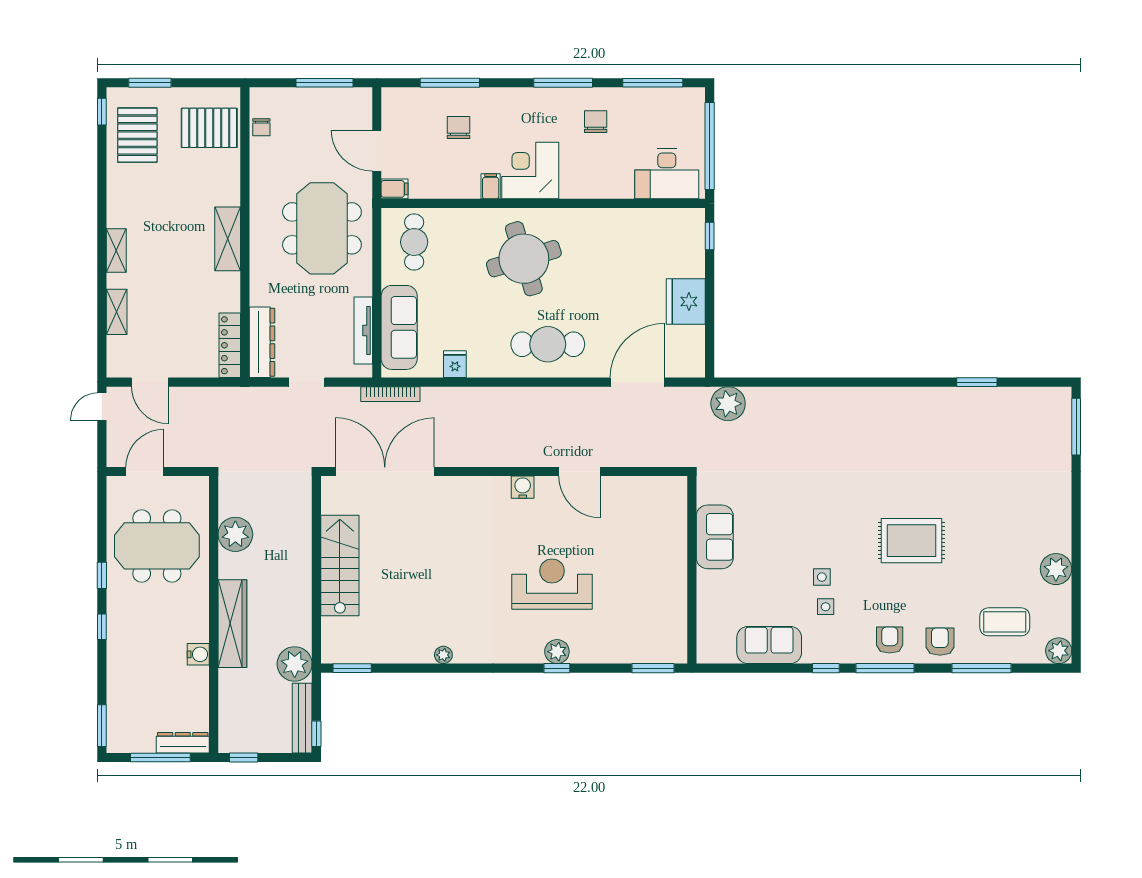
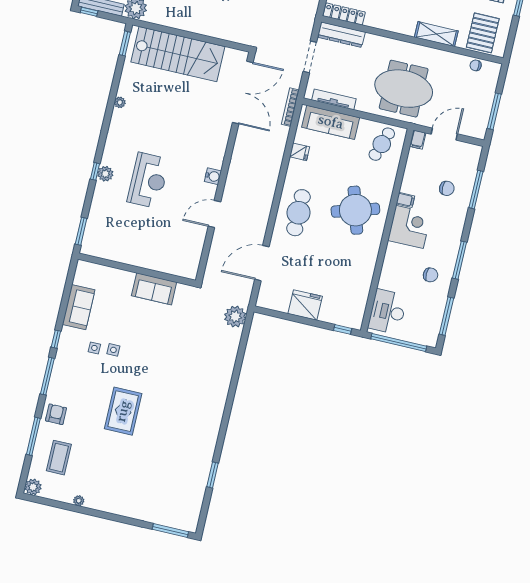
shelving: (228, 239) -> (436, 34), moved
cafe table: (414, 242) -> (382, 144), turned -71
doorway: (307, 382) -> (310, 57), width x1.38
door: (637, 382) -> (262, 263), swing flipped
stairs: (340, 565) -> (178, 54), width x1.36, depth x1.51
plant: (1056, 569) -> (79, 501), width x0.53, depth x0.53
armchair: (890, 640) -> (64, 383), removed
armchair: (940, 642) -> (56, 414), turned -90

